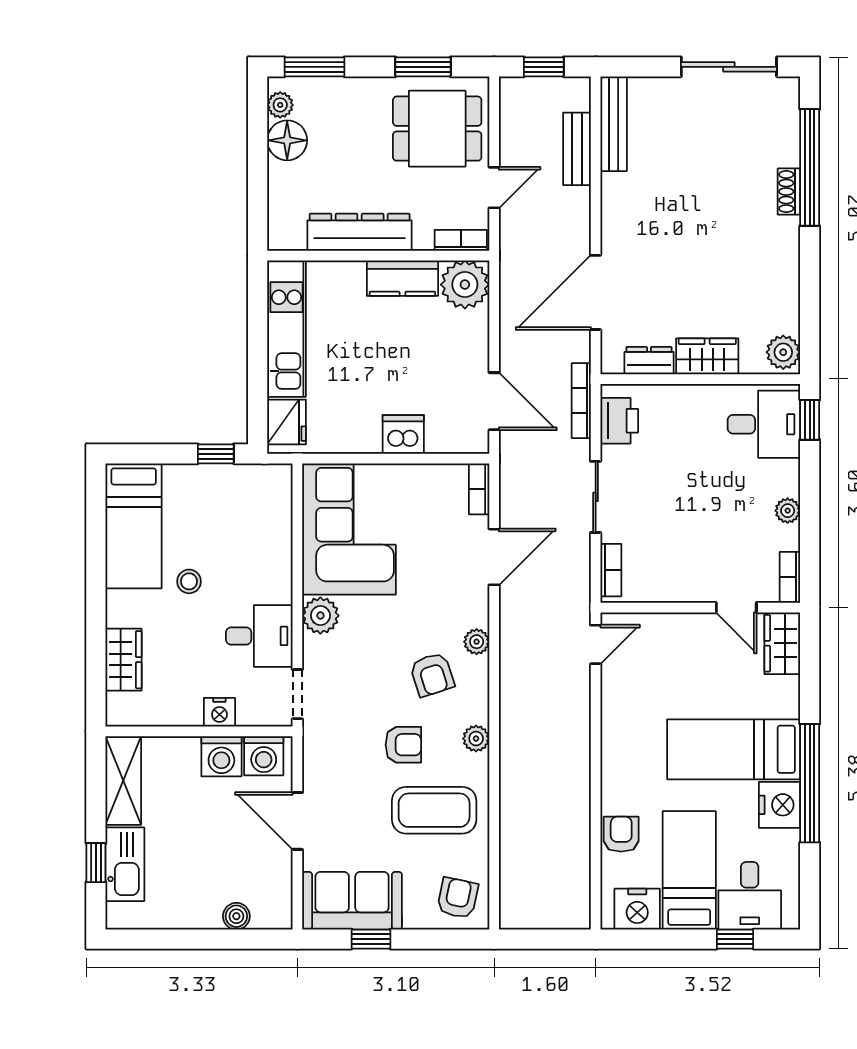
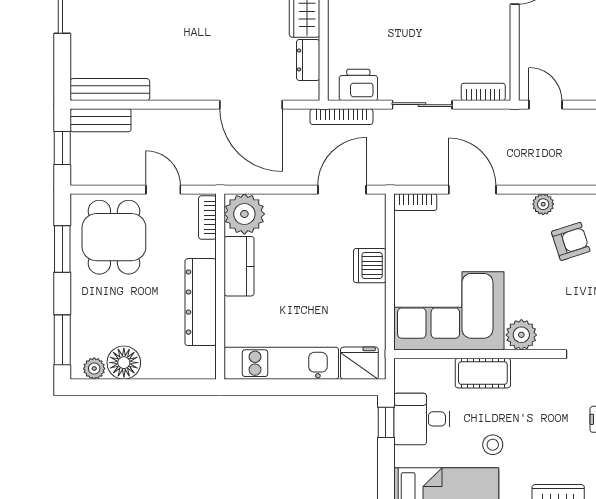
bench: (577, 149) -> (101, 120), moved
cot: (275, 570) -> (483, 373), added
desk: (259, 636) -> (422, 419), moved, turned -90

